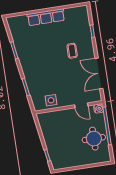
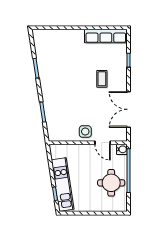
row of seats: (46, 17) -> (106, 36), moved
side table: (51, 100) -> (85, 132), moved
kitchen unit: (52, 146) -> (63, 184), added

